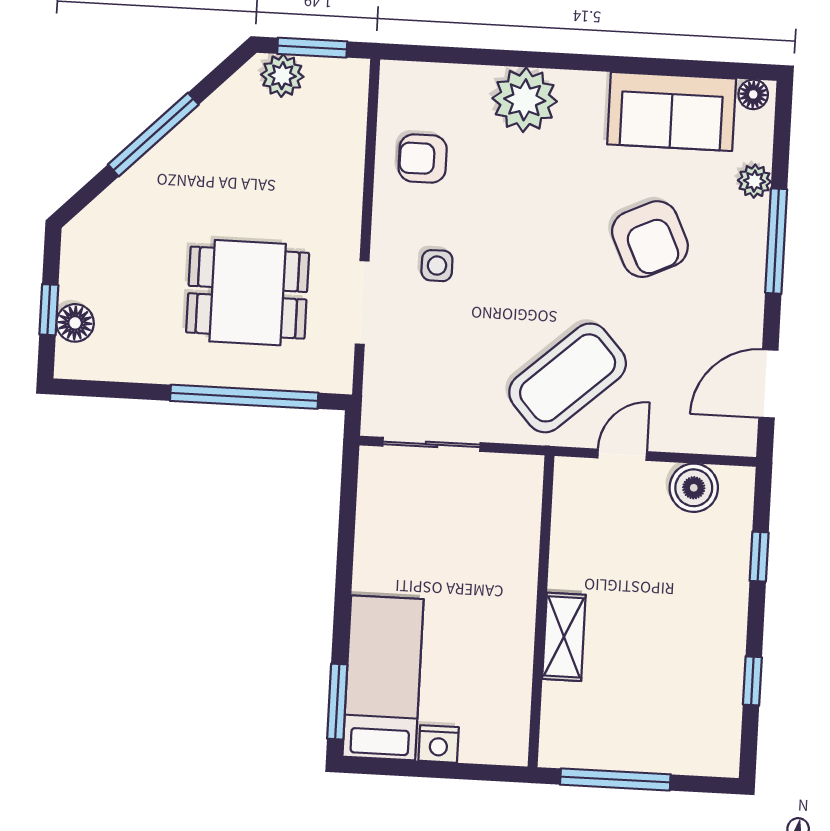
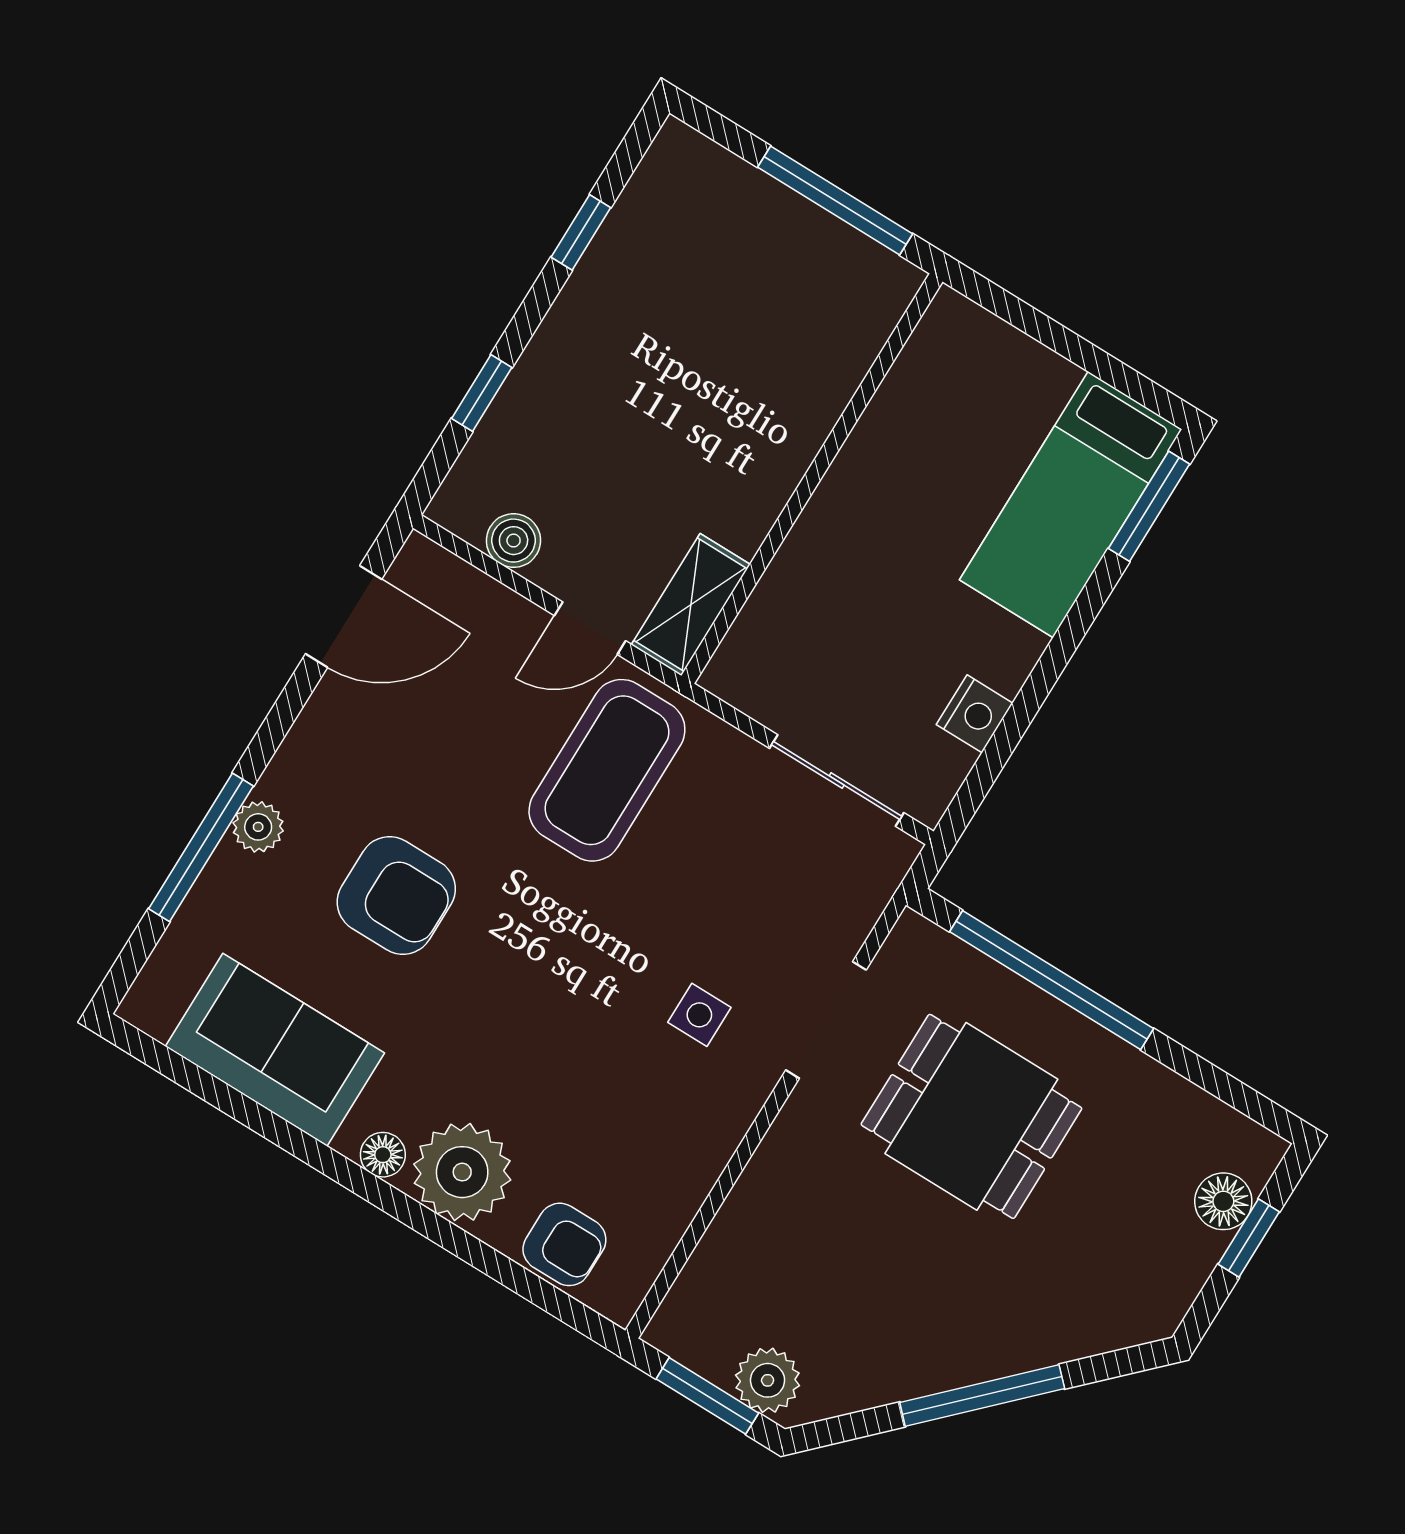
floor lamp: (753, 94) -> (383, 1155), moved
armchair: (423, 158) -> (564, 1244), moved
plant: (754, 181) -> (258, 827), moved
armchair: (650, 239) -> (396, 895), turned 115
window: (776, 241) -> (201, 847), moved
coffee table: (568, 378) -> (607, 770), turned -48
boiler: (694, 488) -> (514, 541), width x0.73, depth x0.73
shelving: (564, 637) -> (691, 605), moved
nightstand: (439, 744) -> (975, 714), moved, turned 90

